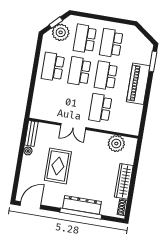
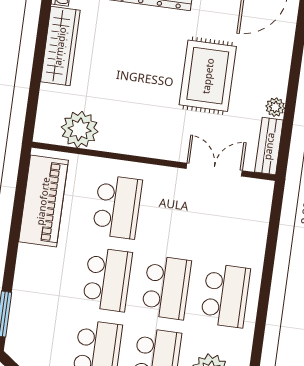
piano: (138, 84) -> (43, 201), moved
double door: (73, 126) -> (214, 170), moved

